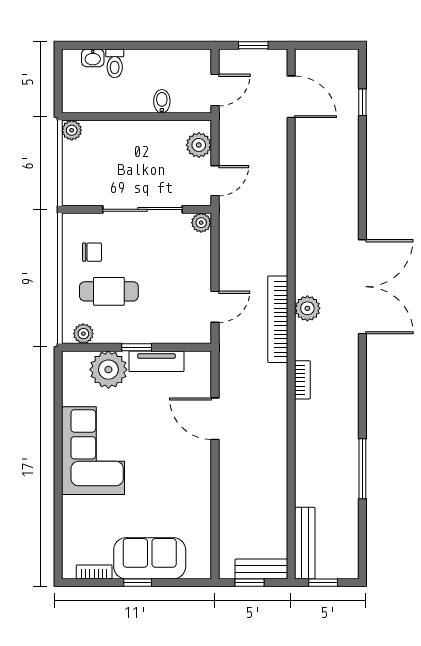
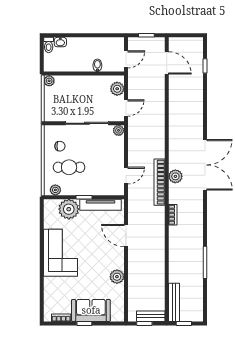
toilet: (115, 63) -> (49, 45), moved
tv unit: (156, 361) -> (101, 205), width x1.41
plant: (198, 495) -> (117, 277), added

